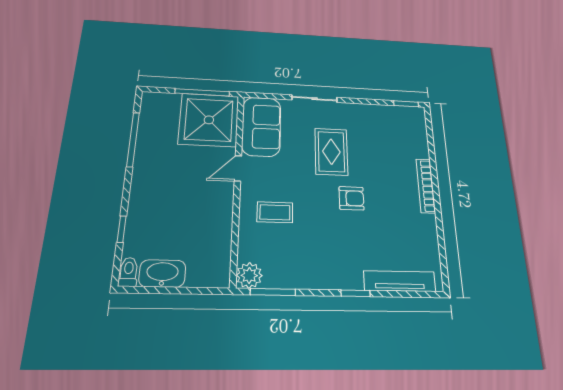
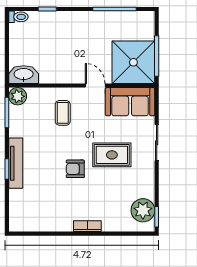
plant: (400, 119) -> (143, 210), added
bookcase: (426, 186) -> (87, 226), width x0.64
armchair: (351, 198) -> (75, 169), turned 90
washbasin: (162, 273) -> (24, 75), moved, turned -90
tv unit: (400, 281) -> (16, 163), moved

